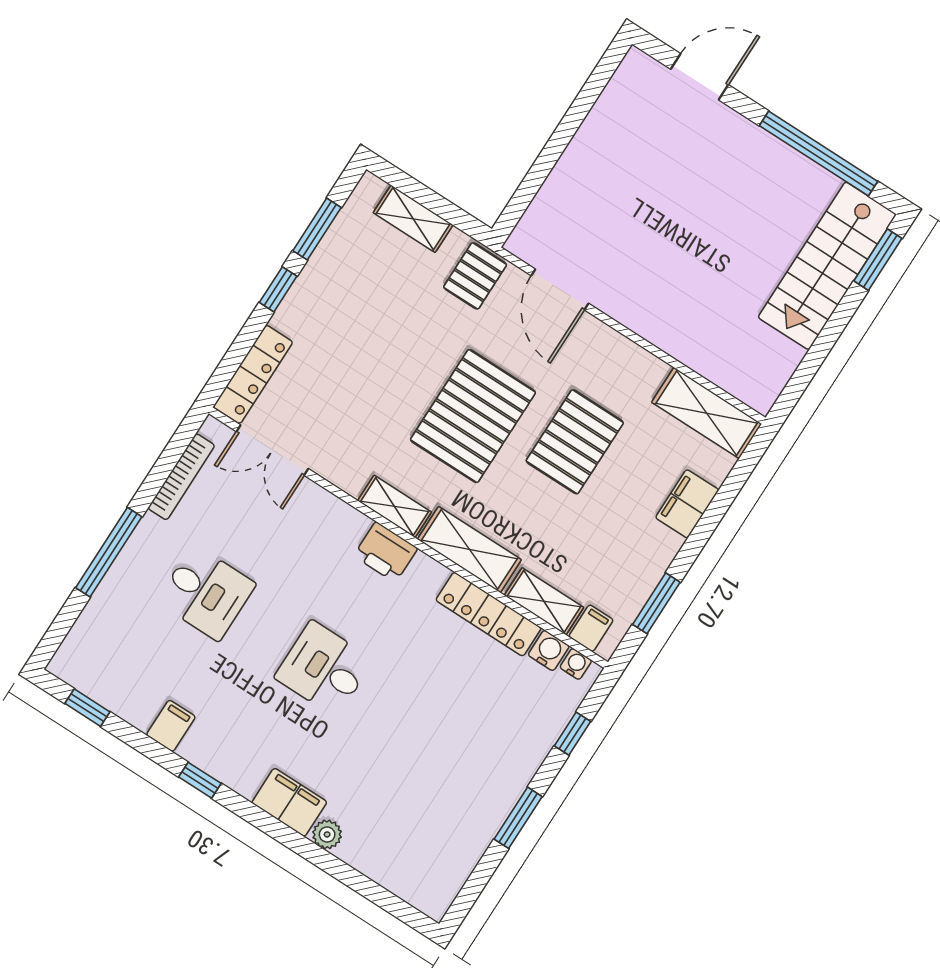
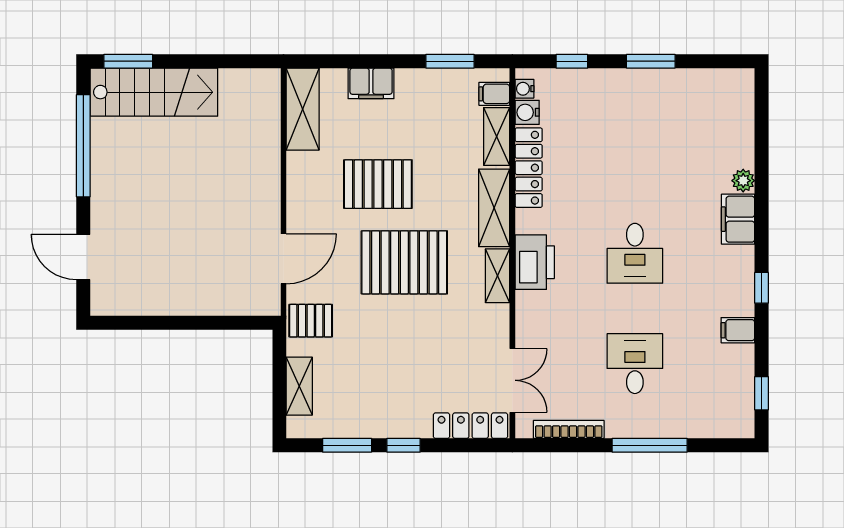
printer: (386, 552) -> (535, 262), width x1.37, depth x1.19

